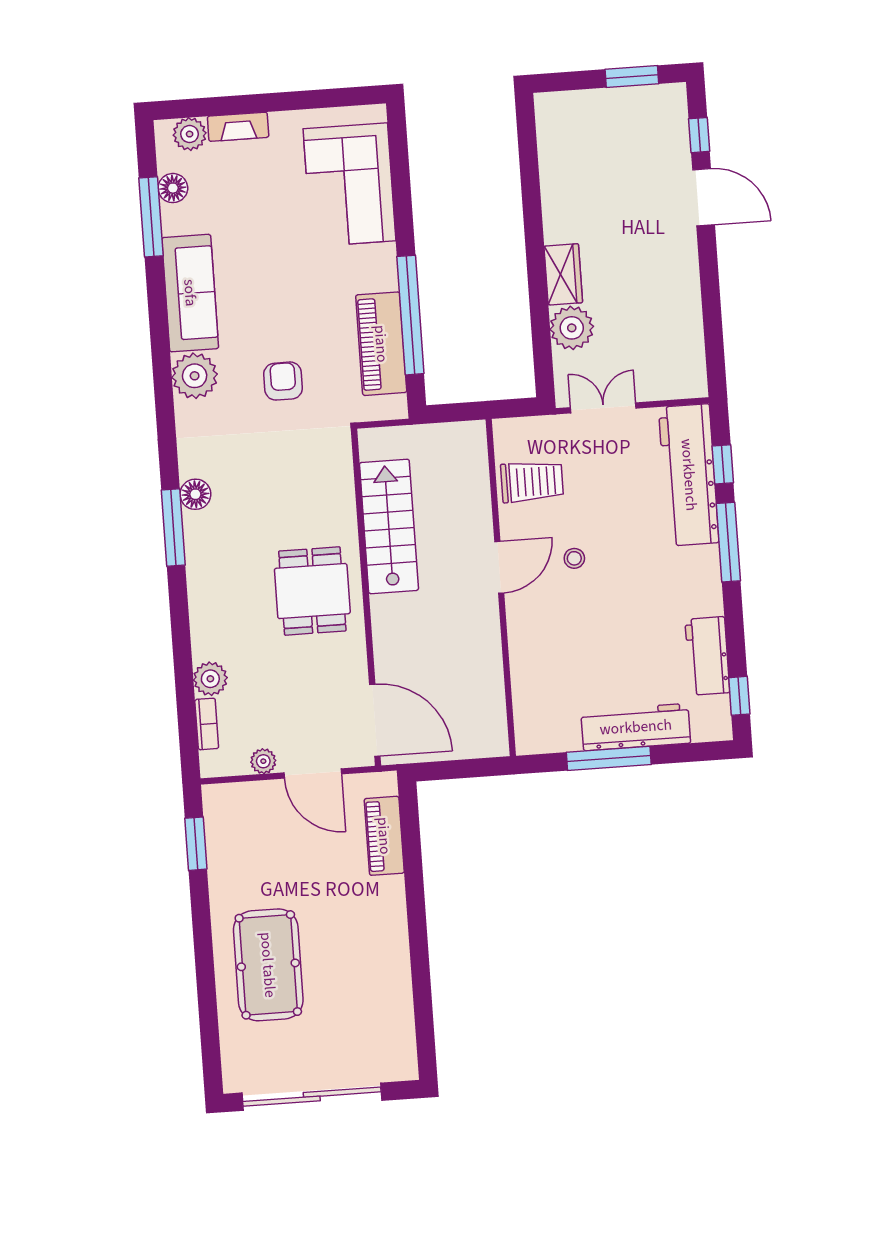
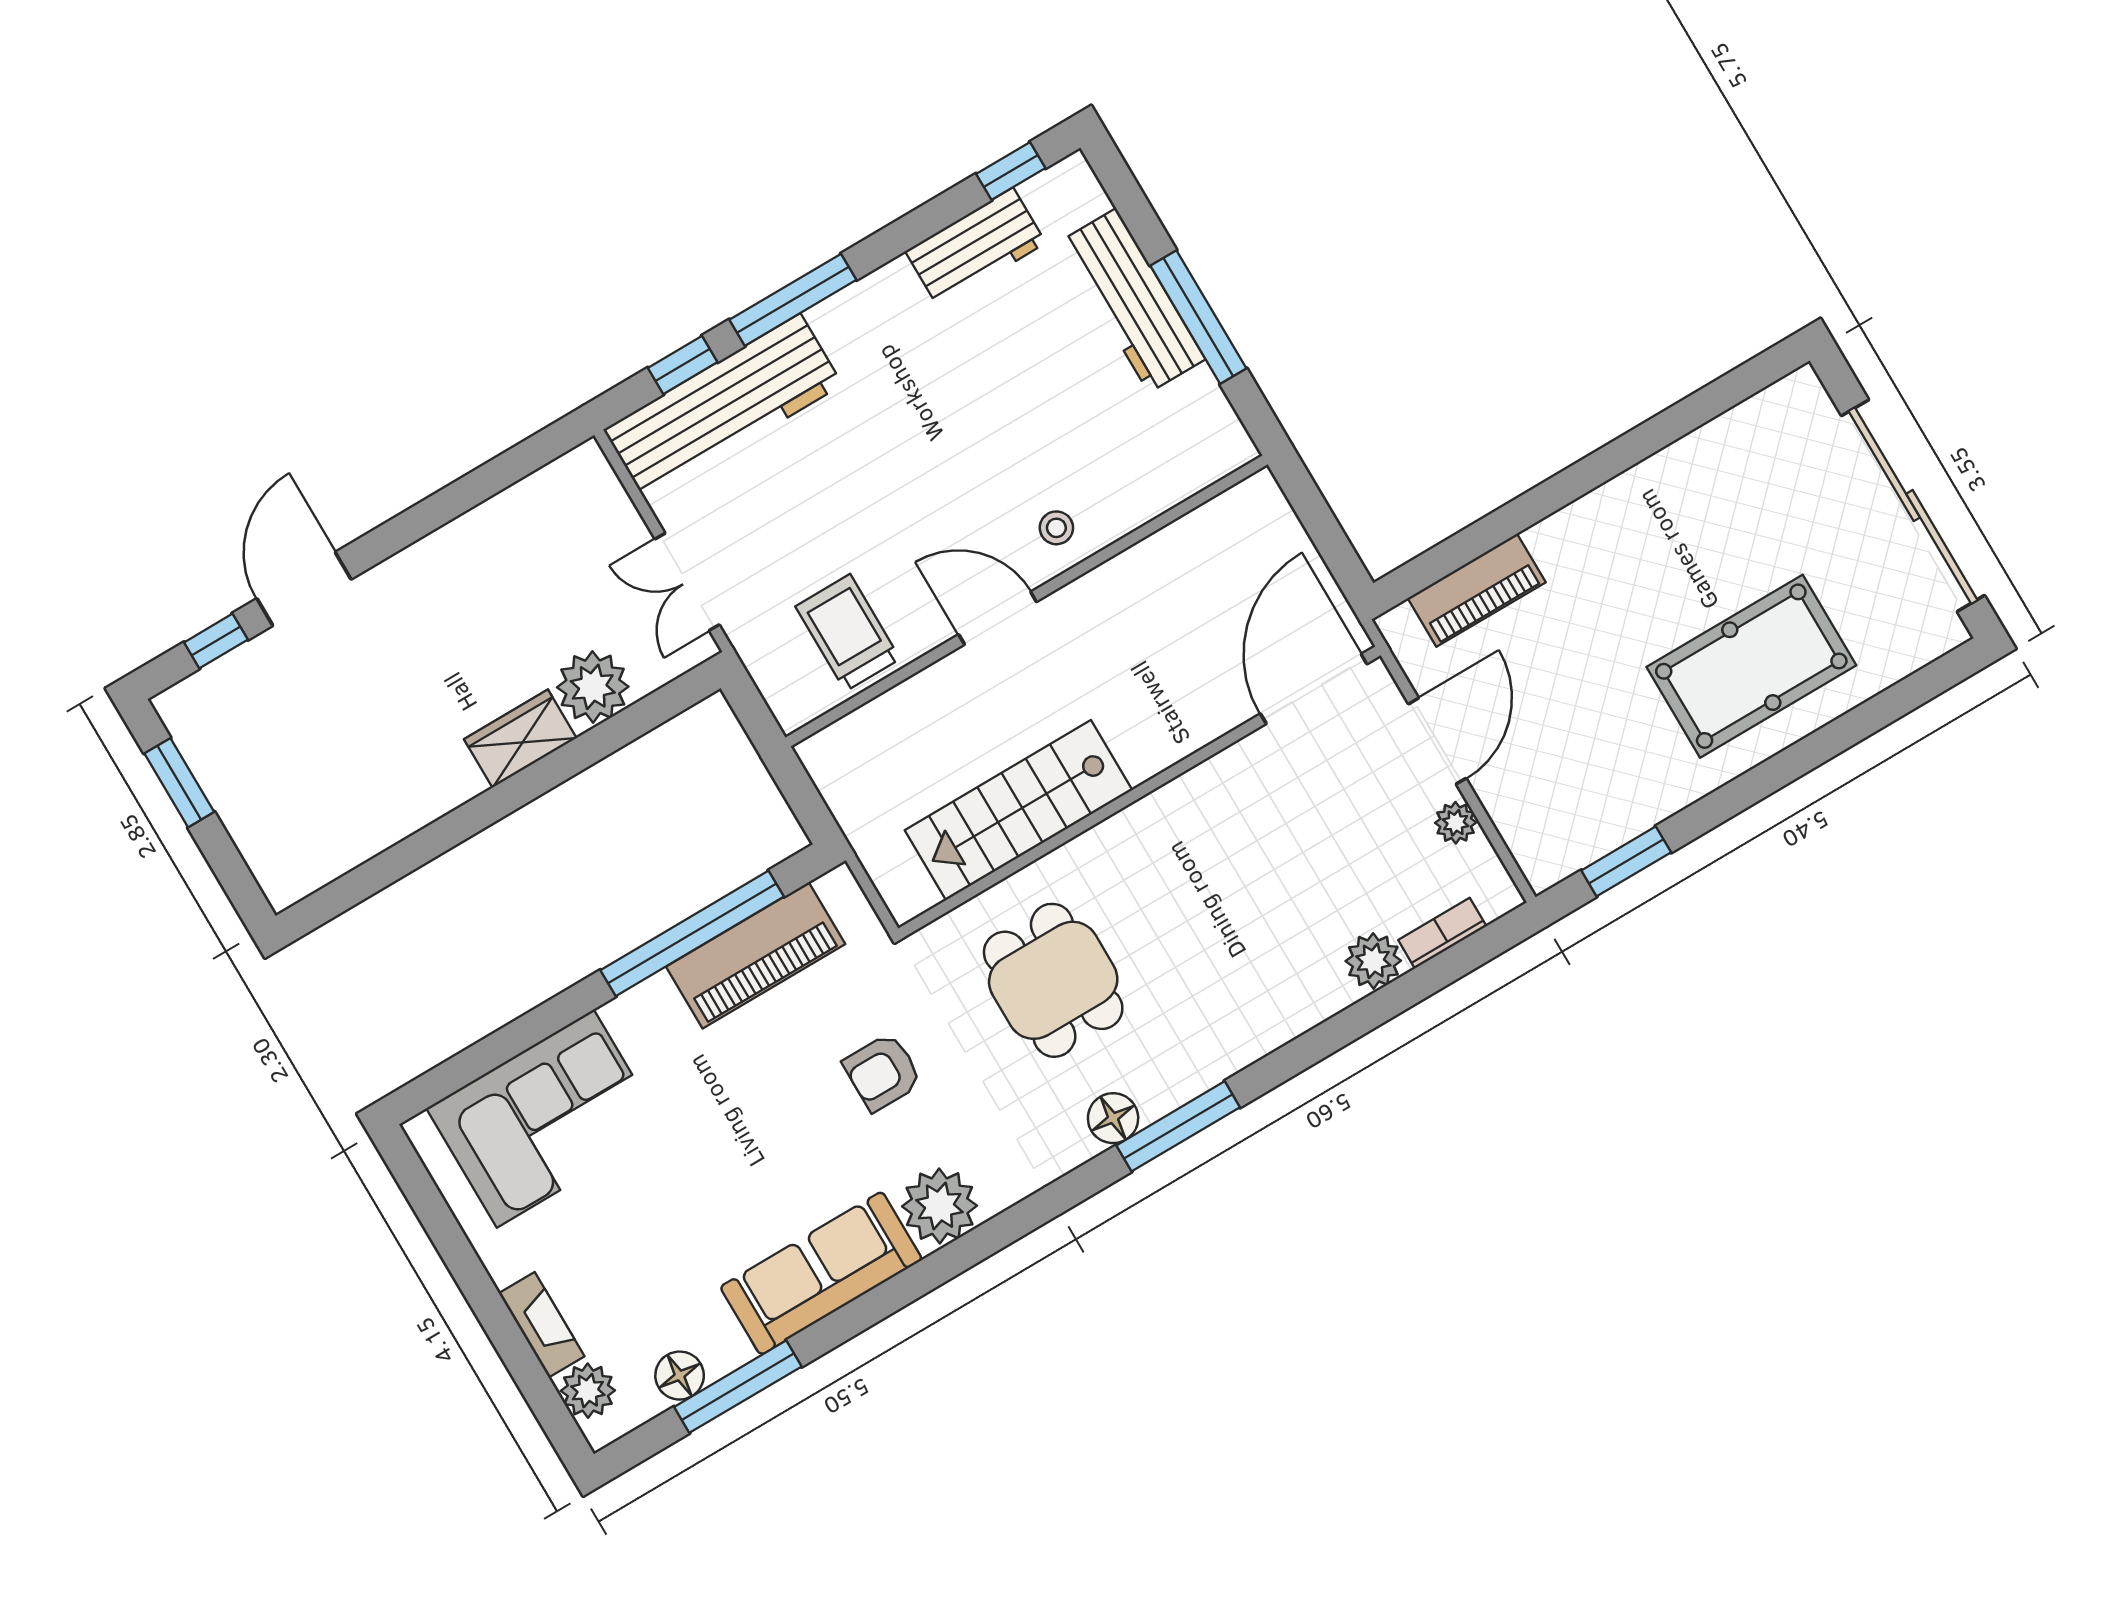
stool: (574, 558) -> (1056, 528), moved
dining table: (312, 591) -> (1053, 980), moved, turned 90

